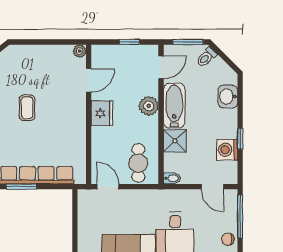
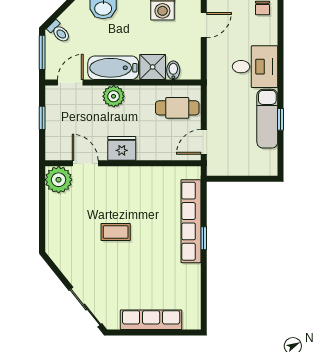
plant: (80, 51) -> (59, 180), width x1.88, depth x1.88
door: (161, 67) -> (70, 83), hinge flipped
bidet: (172, 178) -> (173, 70), moved
window: (22, 187) -> (204, 238), width x0.67

